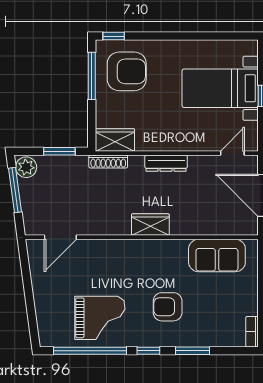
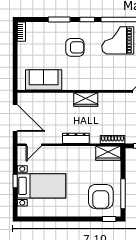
armchair: (127, 71) -> (101, 197), turned -90

